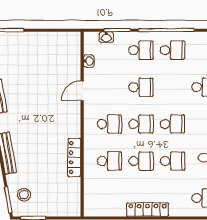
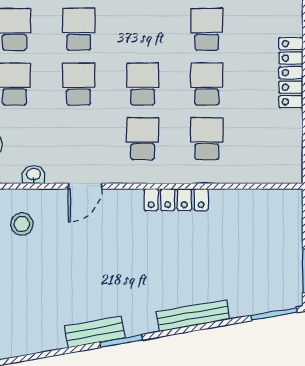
door: (82, 91) -> (85, 186), hinge flipped
school desk: (173, 124) -> (79, 29), moved
locker: (74, 158) -> (176, 200), moved
stool: (24, 195) -> (22, 224), moved

